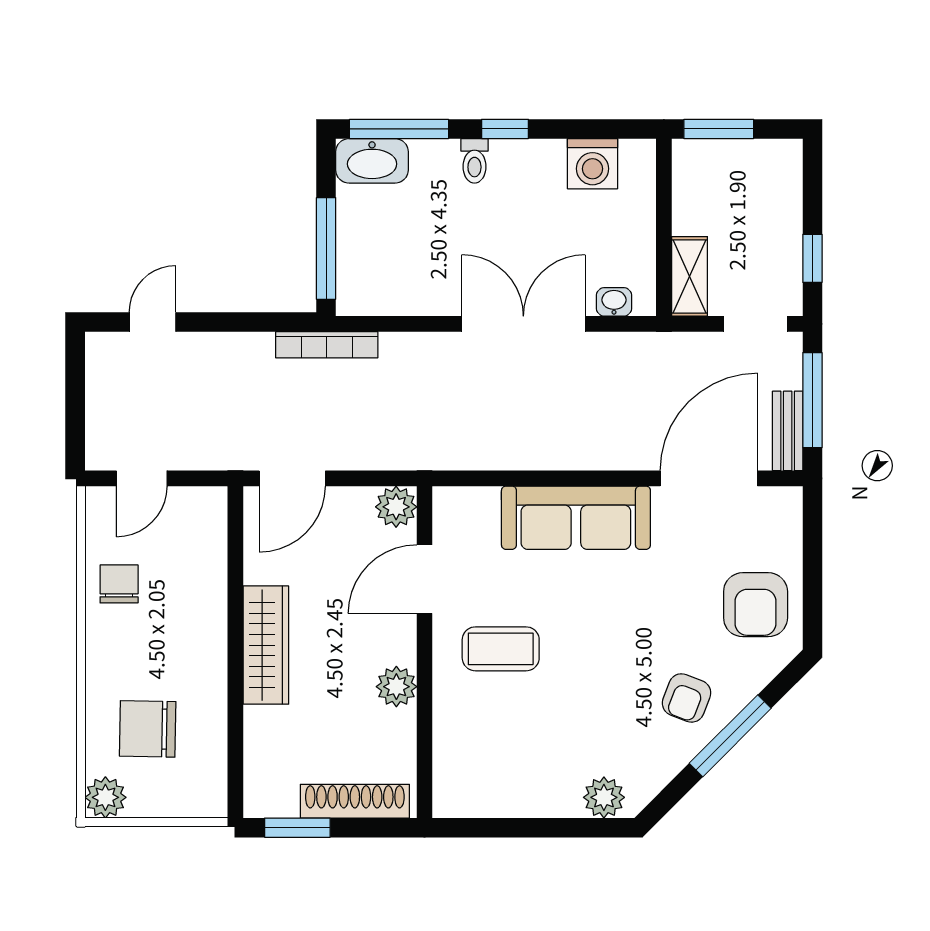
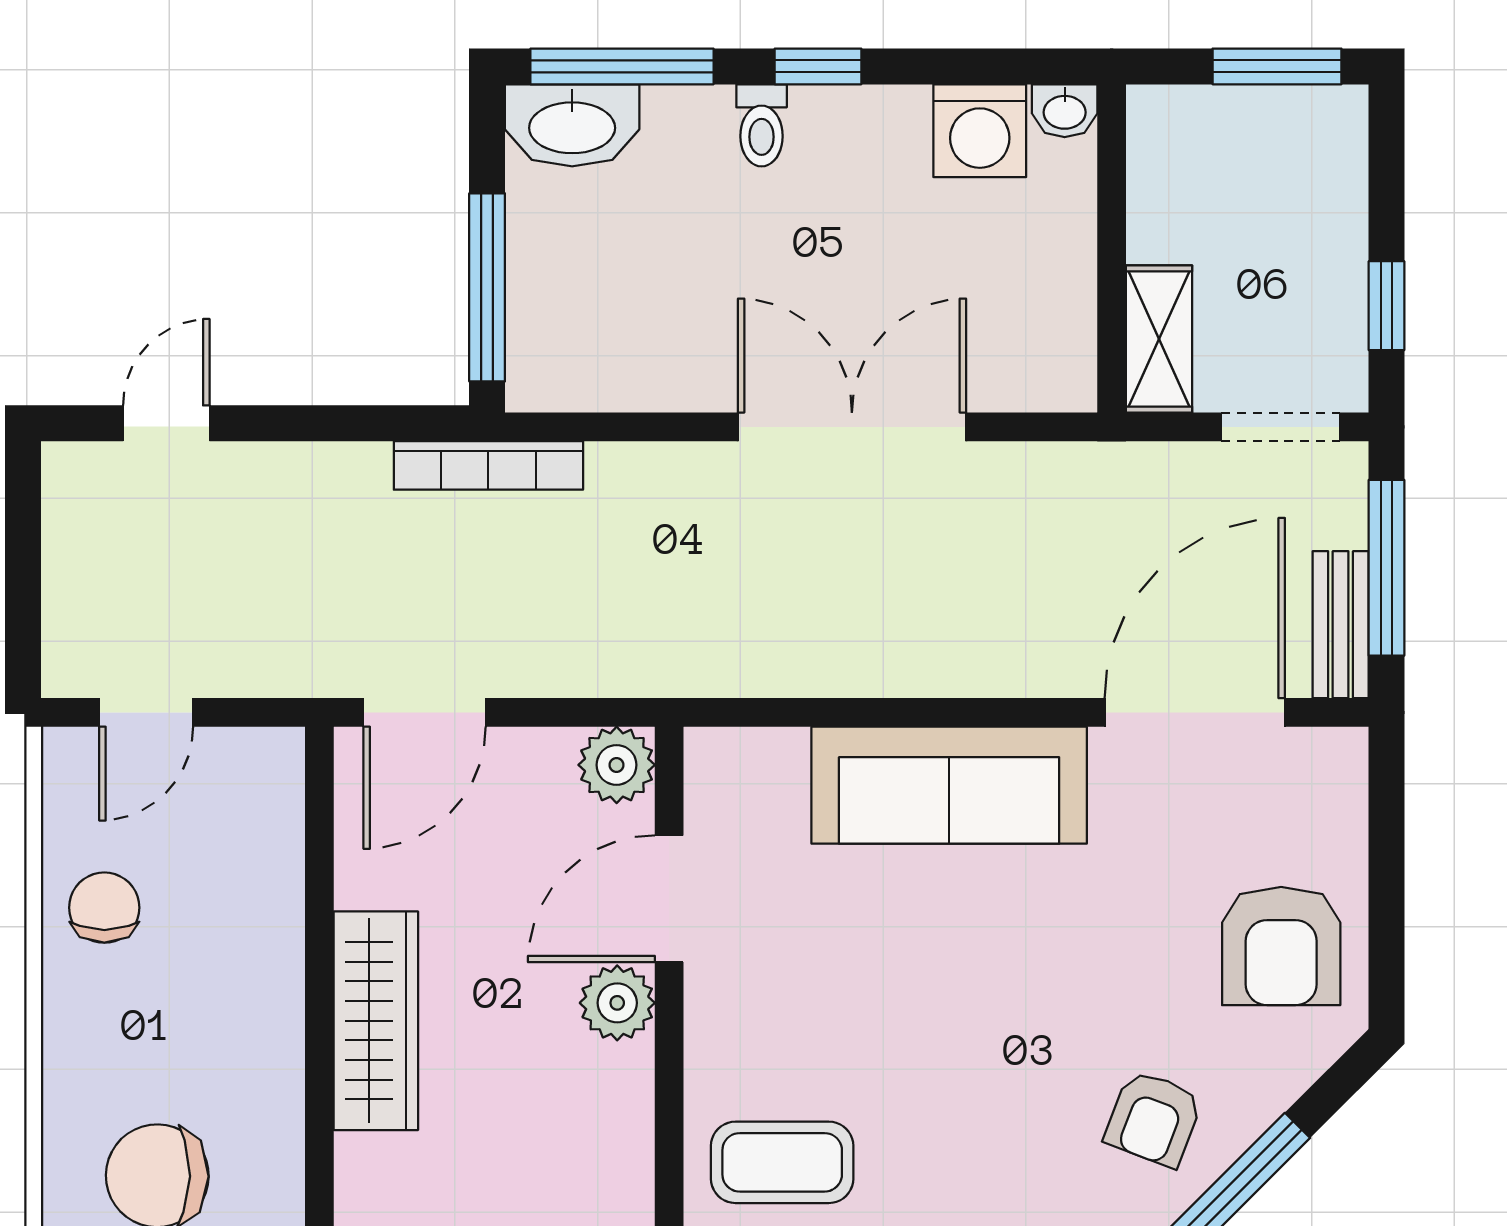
window: (719, 129) -> (1277, 66), moved
washbasin: (614, 302) -> (1065, 111), moved, turned 180
coffee table: (501, 649) -> (782, 1162), moved
plant: (396, 687) -> (617, 1003), moved

